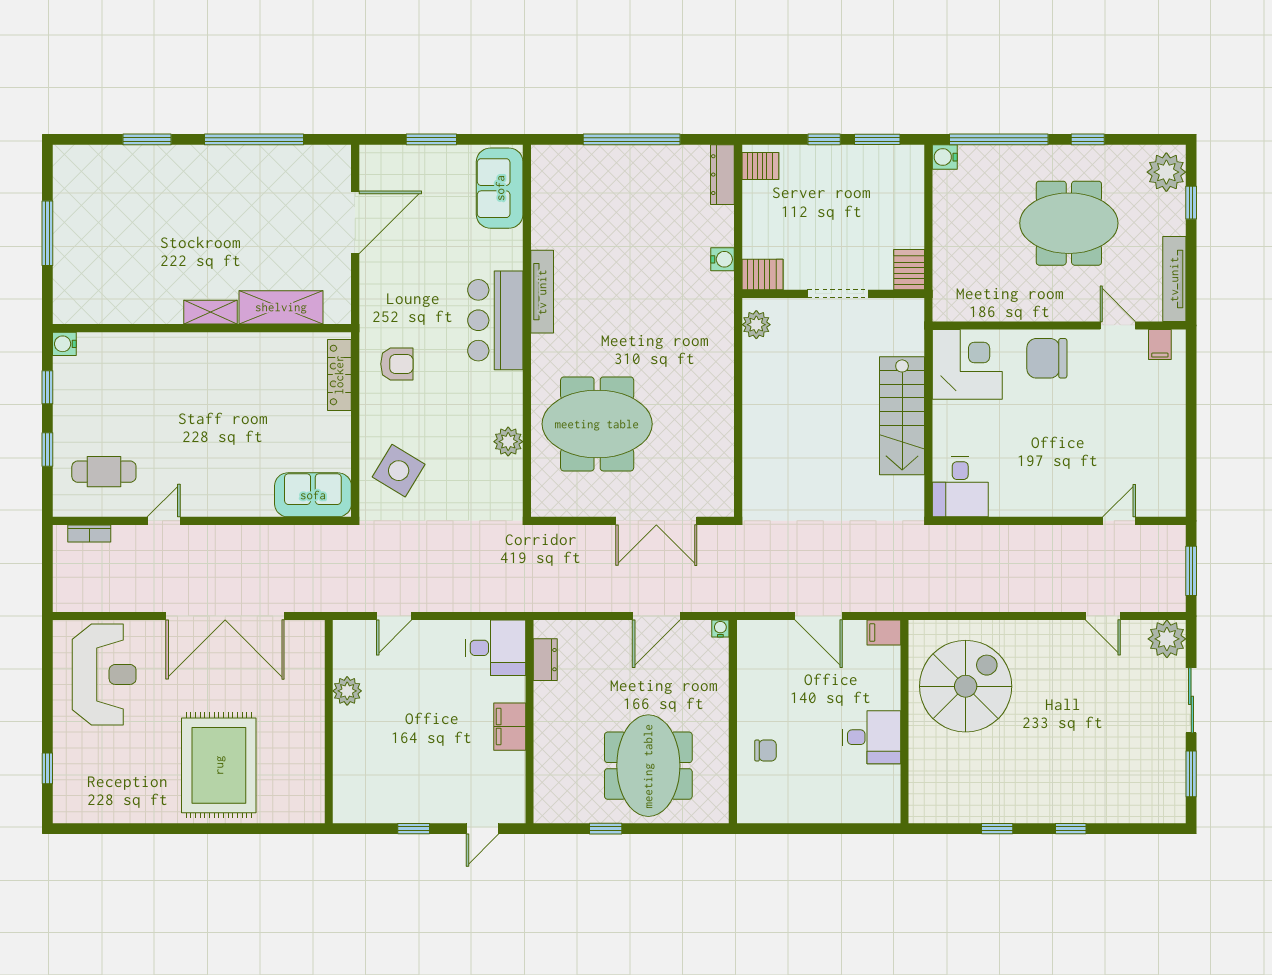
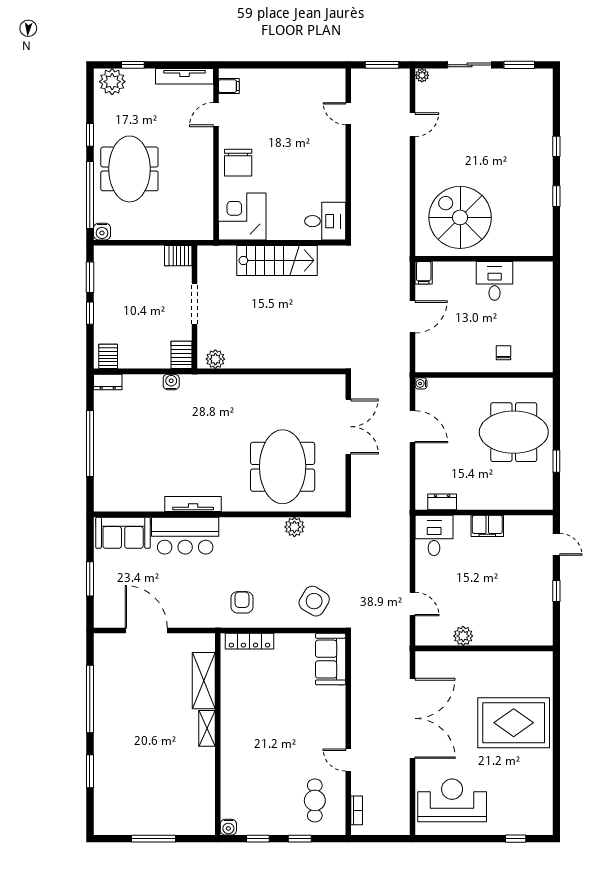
dresser: (722, 175) -> (108, 382), width x0.70
meeting table: (1069, 223) -> (129, 169), moved
bar counter: (495, 320) -> (185, 536), moved
plant: (1167, 639) -> (422, 75), width x0.53, depth x0.53

